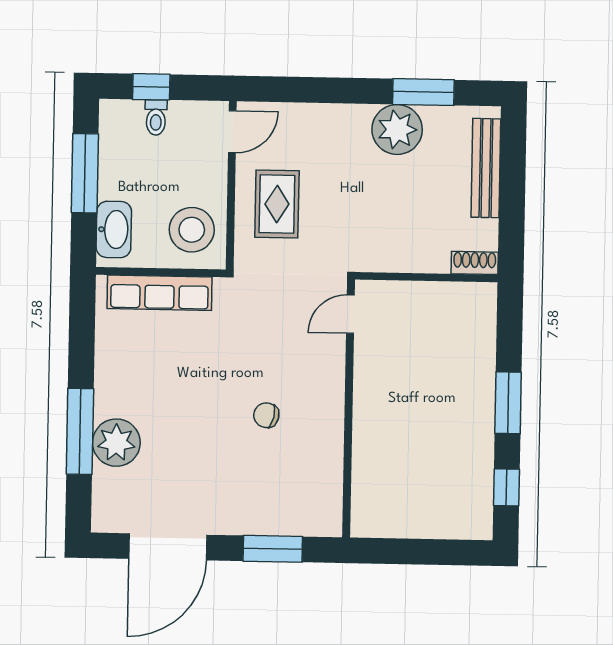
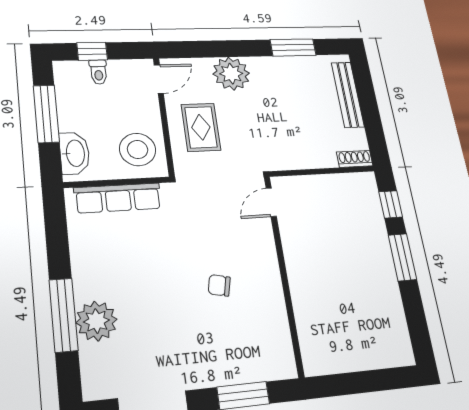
plant: (397, 129) -> (231, 74), moved
window: (506, 487) -> (391, 204), moved

